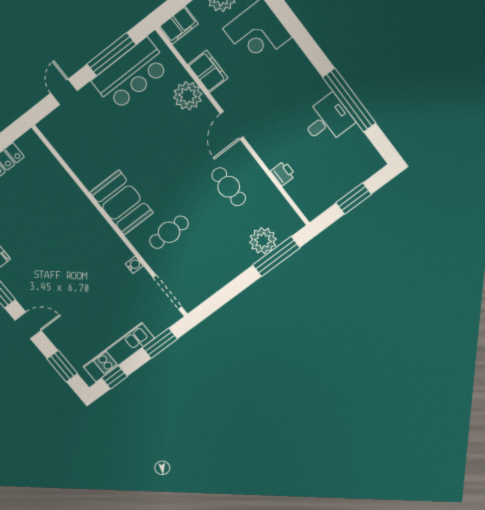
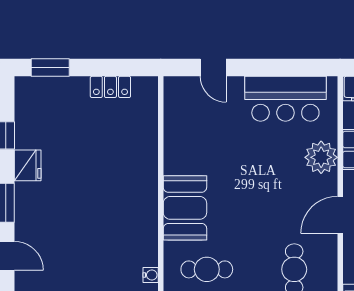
window: (112, 54) -> (282, 68), removed
door: (64, 92) -> (213, 68), swing flipped

